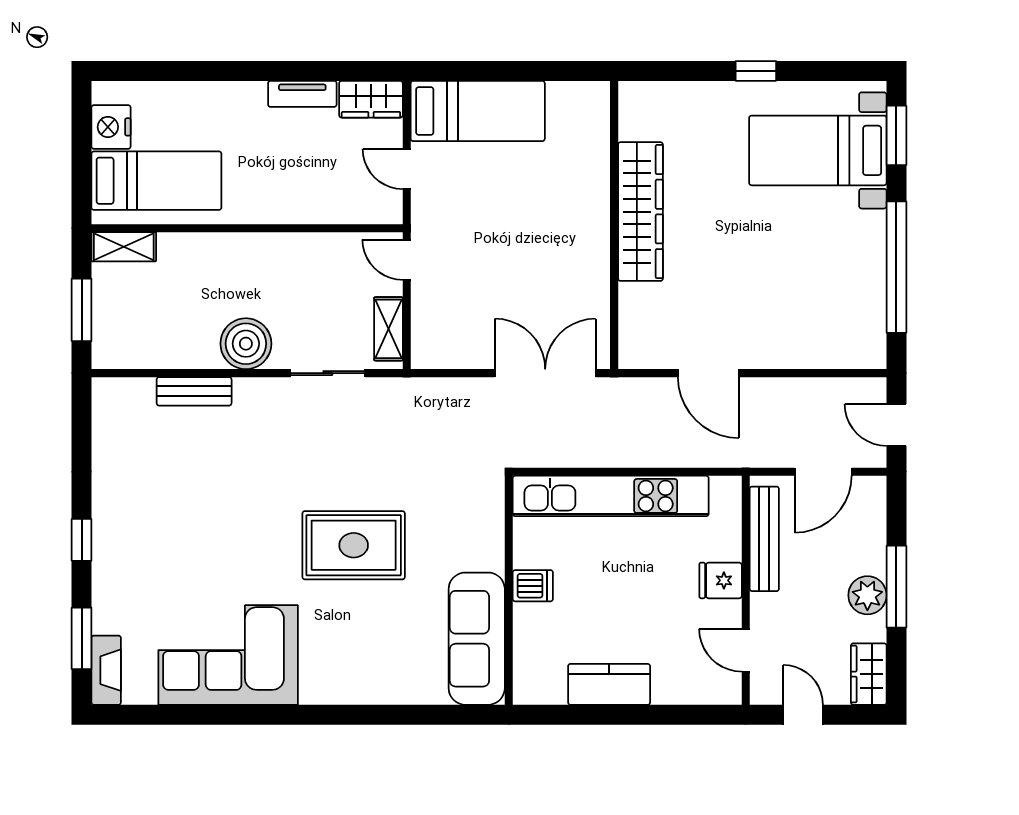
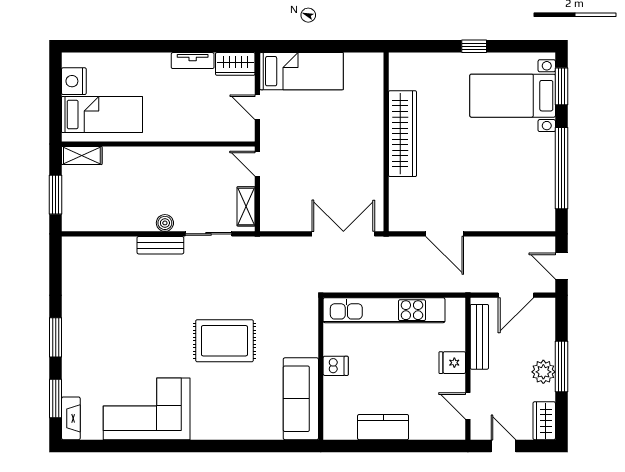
boiler: (246, 344) -> (165, 223), width x0.54, depth x0.54
bench: (194, 391) -> (160, 245), moved
window: (82, 540) -> (56, 337), width x1.50

